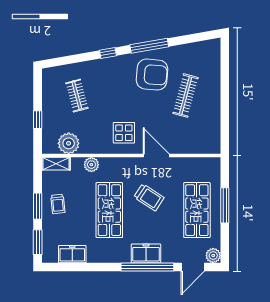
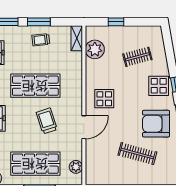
display table: (109, 72) -> (159, 86), added
armchair: (152, 75) -> (156, 124), turned 85
plant: (91, 165) -> (76, 167), moved
trolley: (149, 197) -> (47, 121), turned 129

